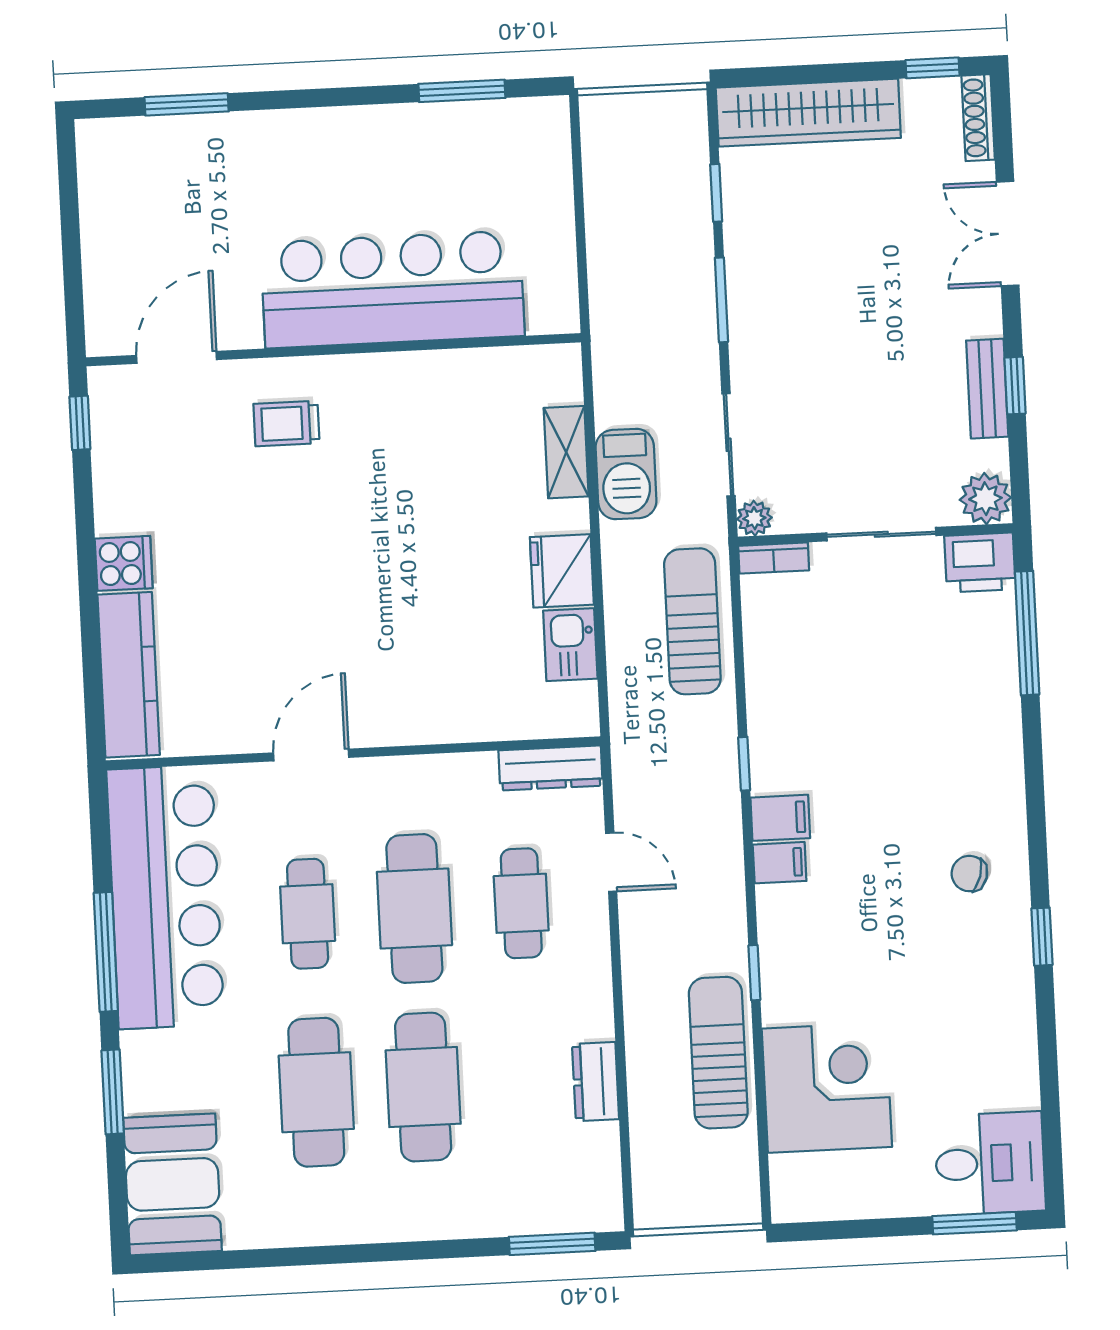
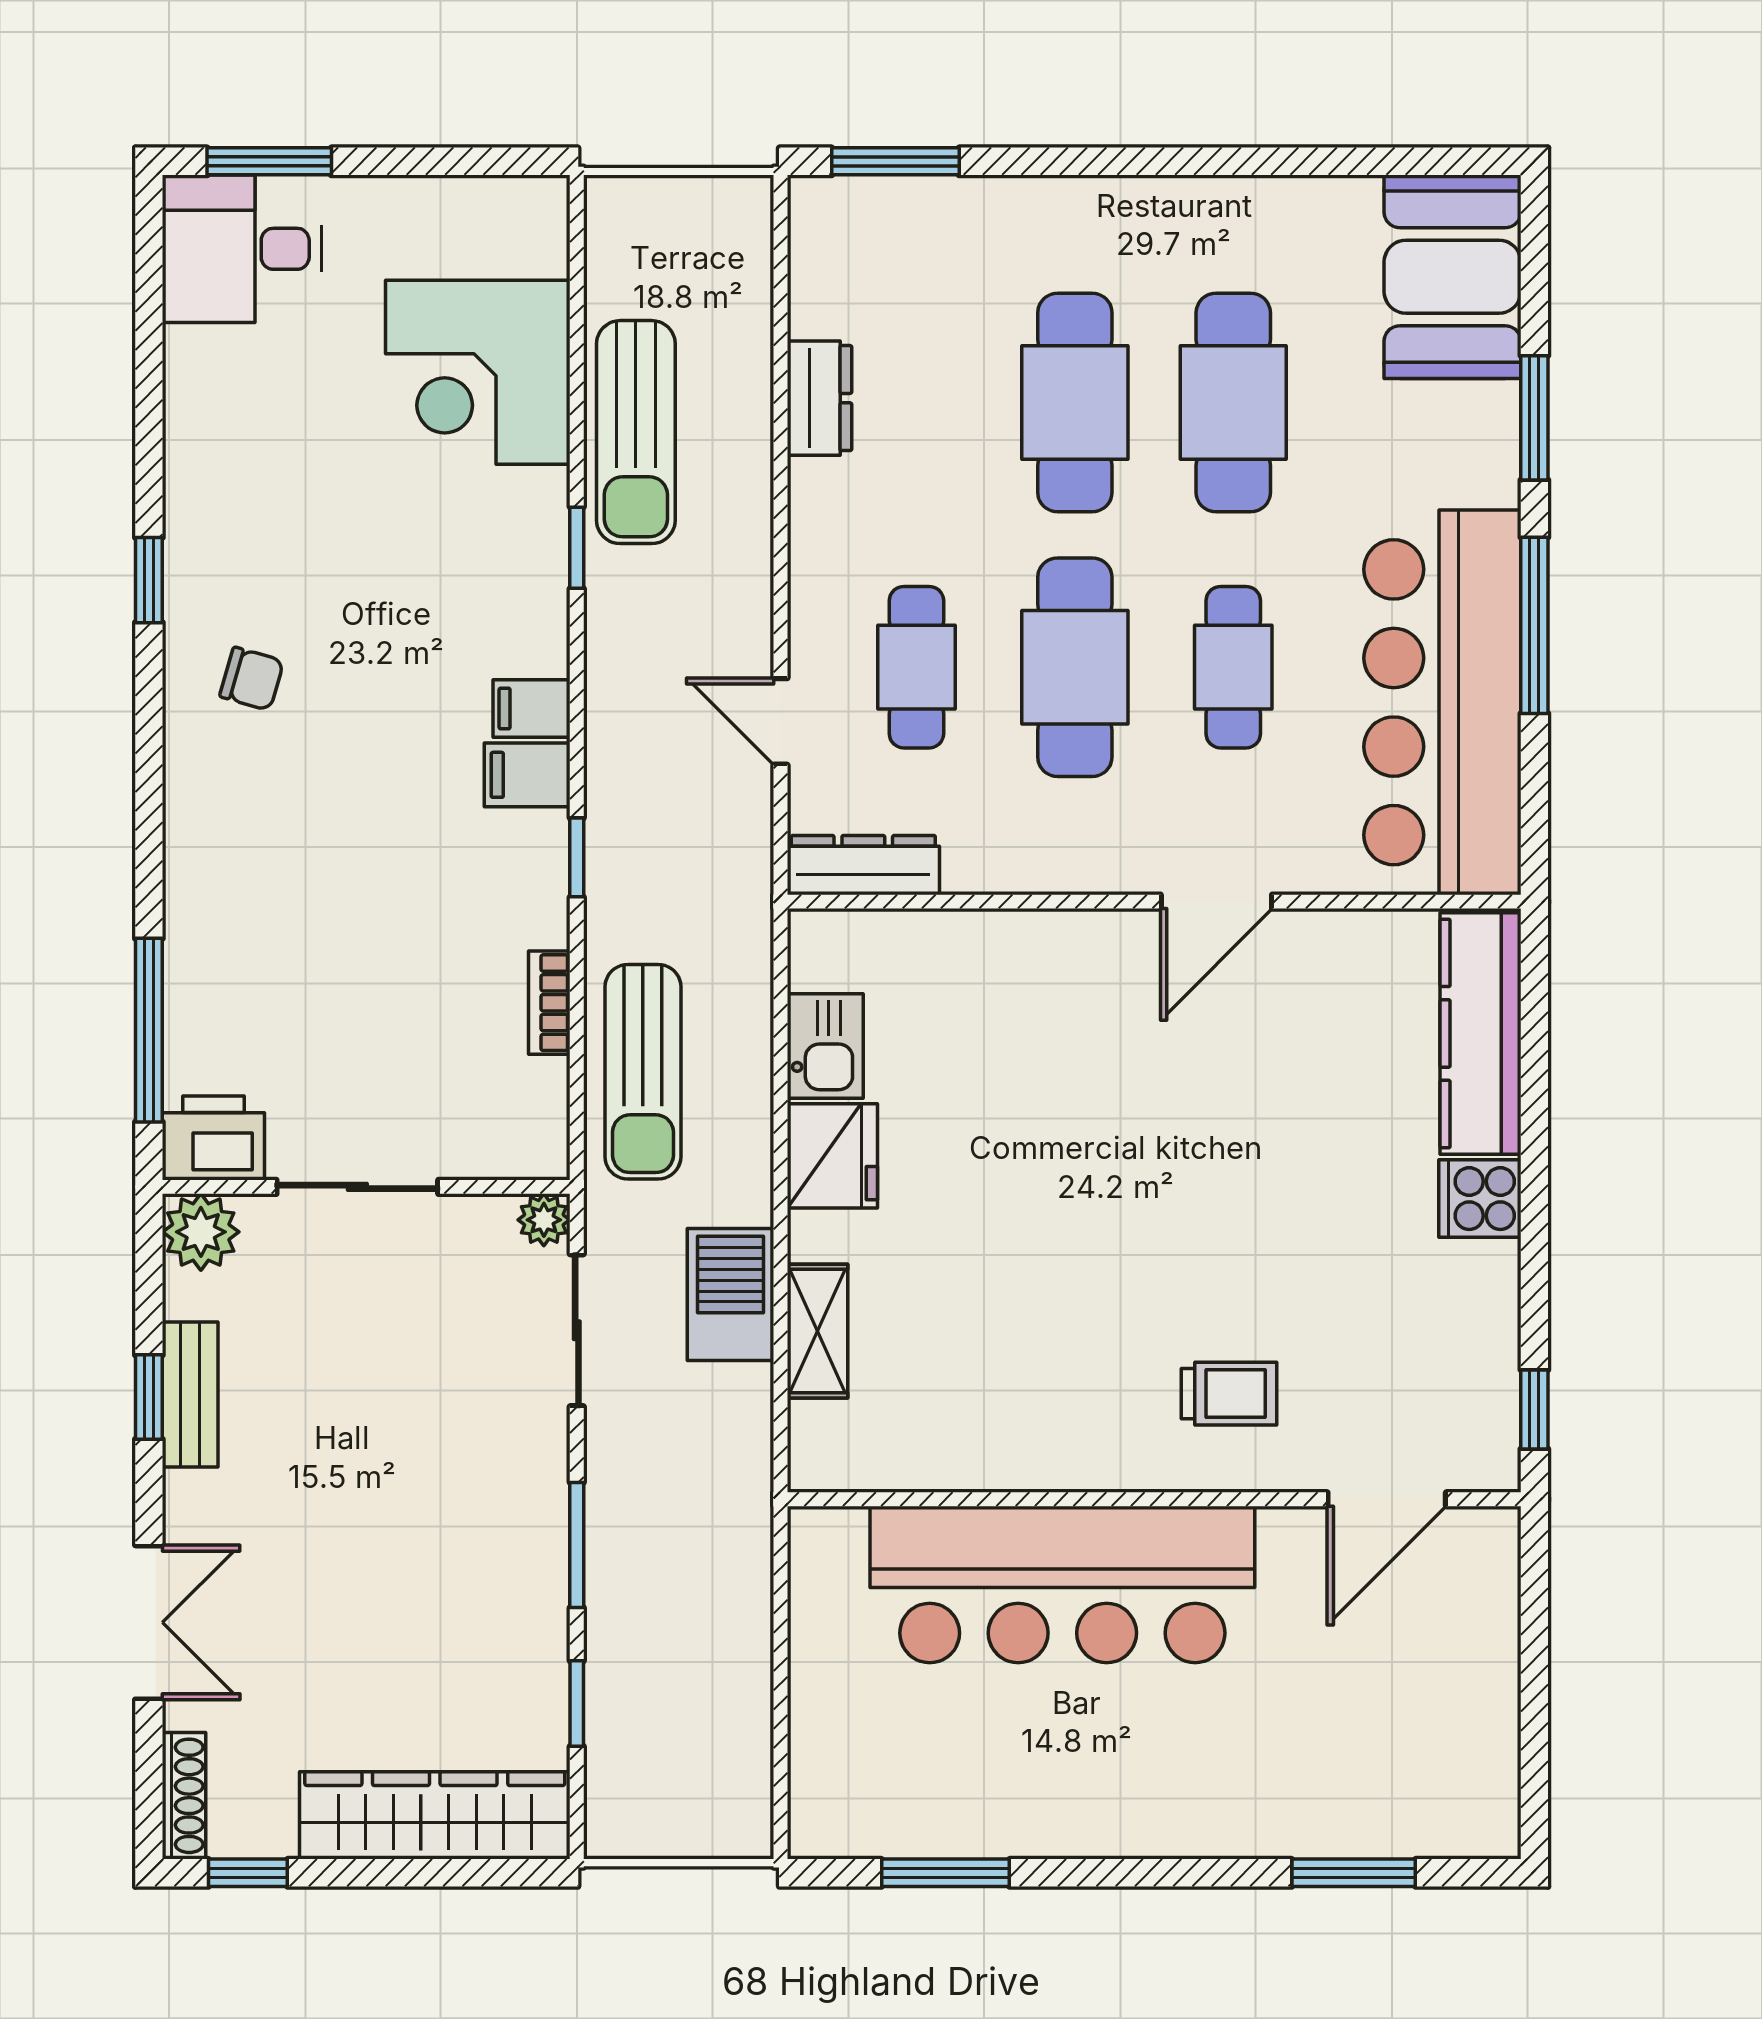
bookcase: (774, 558) -> (549, 1003), moved, turned -90

